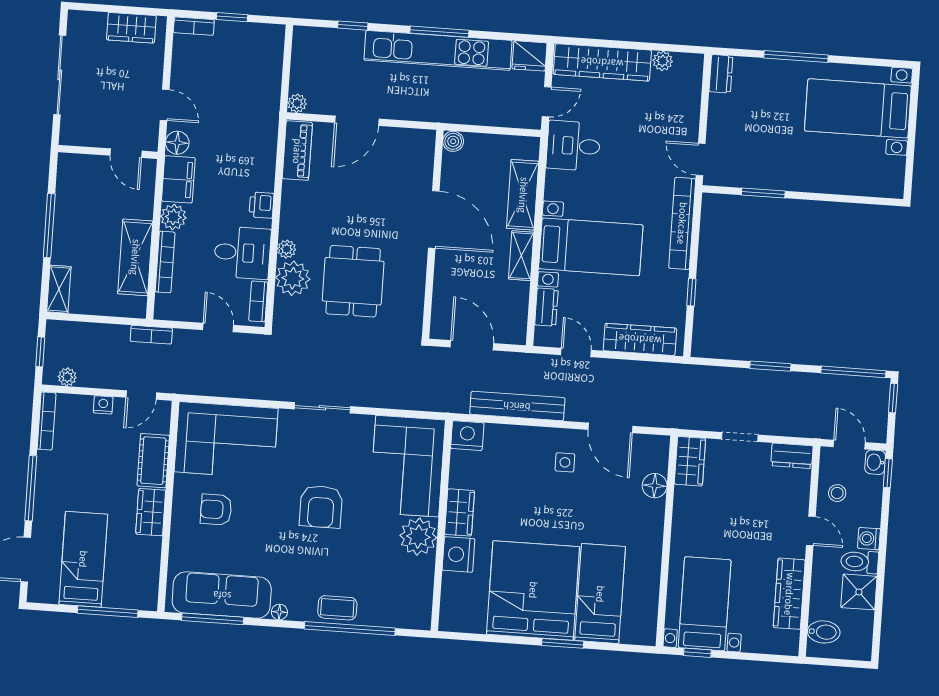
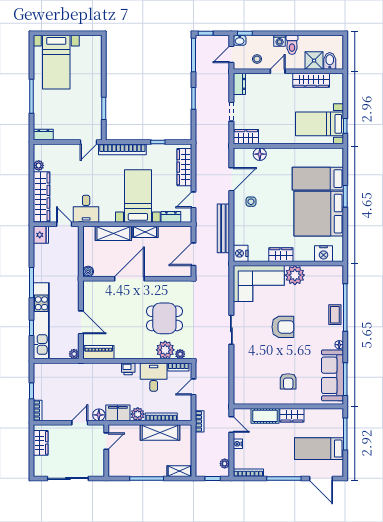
kitchen unit: (438, 50) -> (41, 321), moved
plant: (287, 249) -> (180, 354), moved
corner sofa: (226, 440) -> (252, 379), removed
nightstand: (458, 554) -> (324, 254), moved
shower: (859, 592) -> (314, 61), moved

